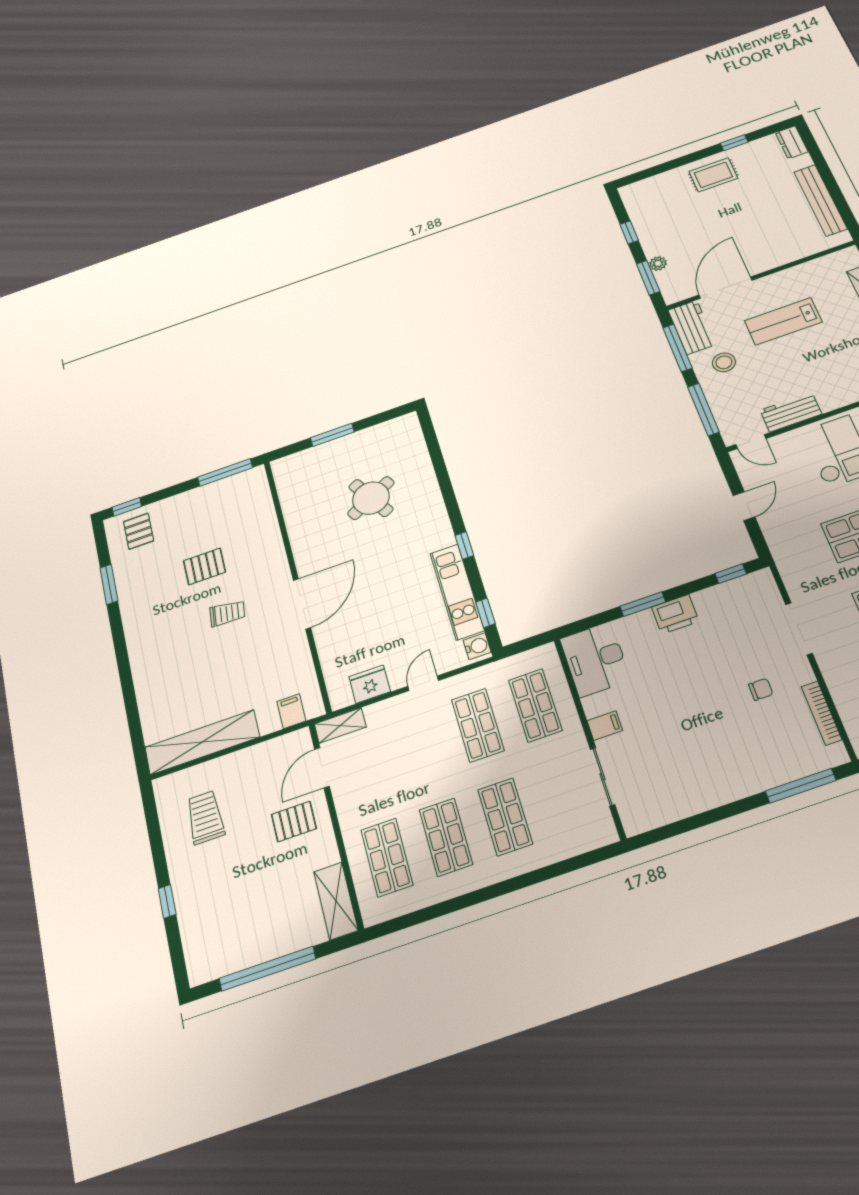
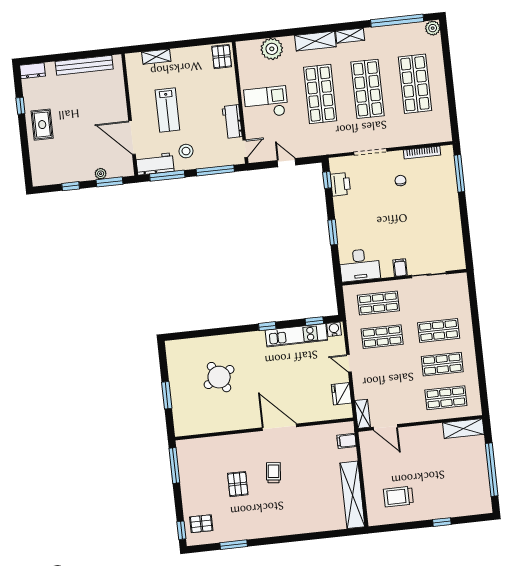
printer: (675, 614) -> (340, 184), moved
pallet: (294, 821) -> (413, 447), removed

